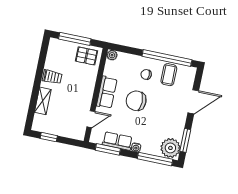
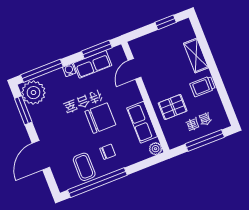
pallet: (86, 56) -> (173, 107), moved
row of seats: (107, 92) -> (142, 122), moved

